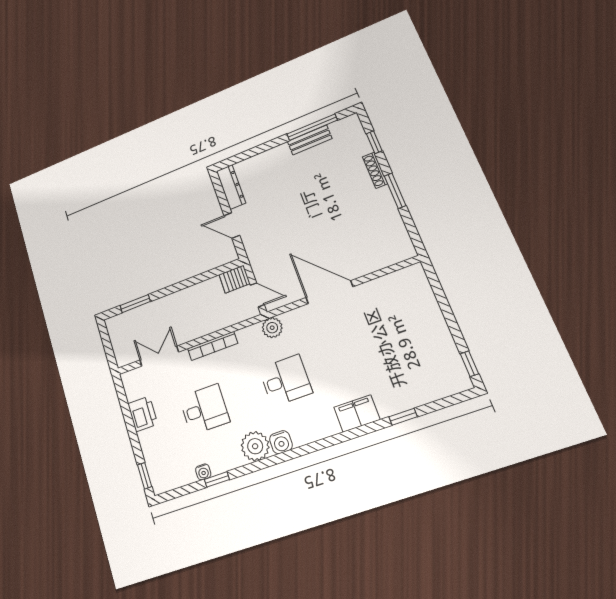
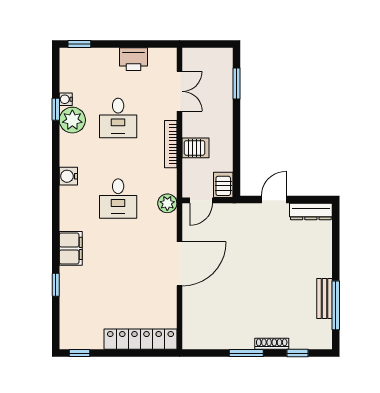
locker: (426, 303) -> (140, 339), added
server rack: (208, 320) -> (196, 148), added
plant: (255, 446) -> (72, 120), moved

